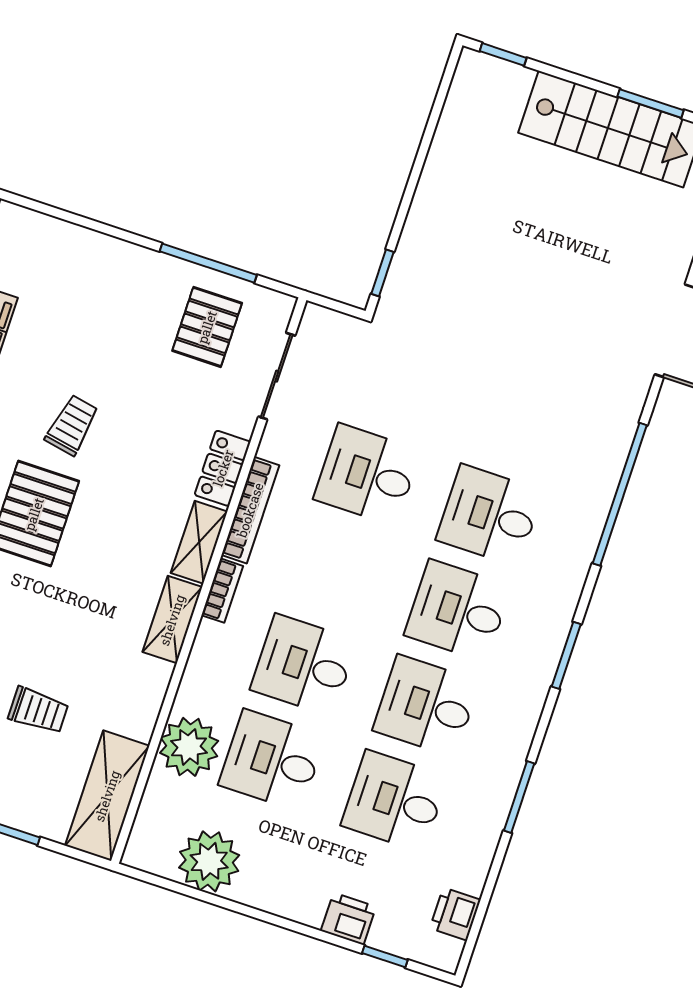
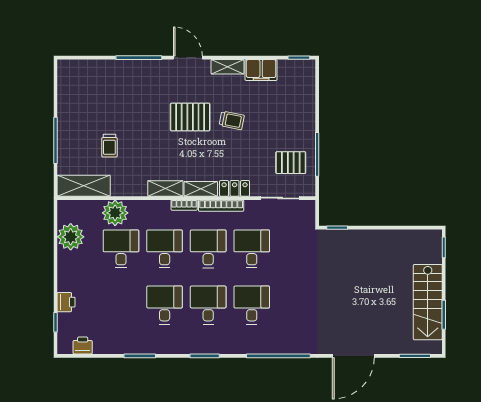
desk: (395, 801) -> (208, 249), moved

